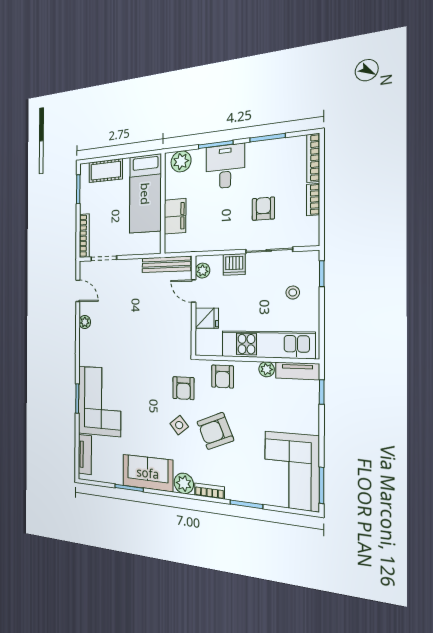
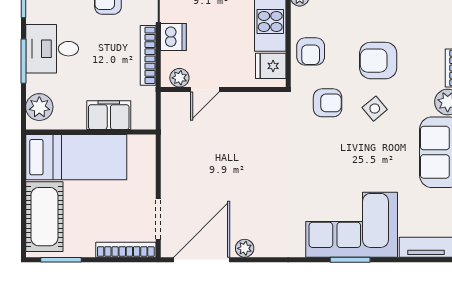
cot: (106, 171) -> (44, 217), width x1.37, depth x1.34
bookcase: (220, 245) -> (148, 55), added
bench: (166, 264) -> (170, 127), removed
door: (78, 291) -> (202, 260), width x1.88
fridge: (207, 318) -> (271, 66), moved, turned -90
armchair: (223, 377) -> (311, 51), turned 90
armchair: (215, 431) -> (378, 61), turned 113

